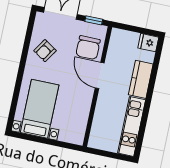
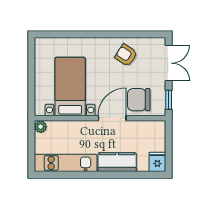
bed with nightstands: (40, 109) -> (70, 86), moved, turned -90
plant: (94, 142) -> (41, 127), added

